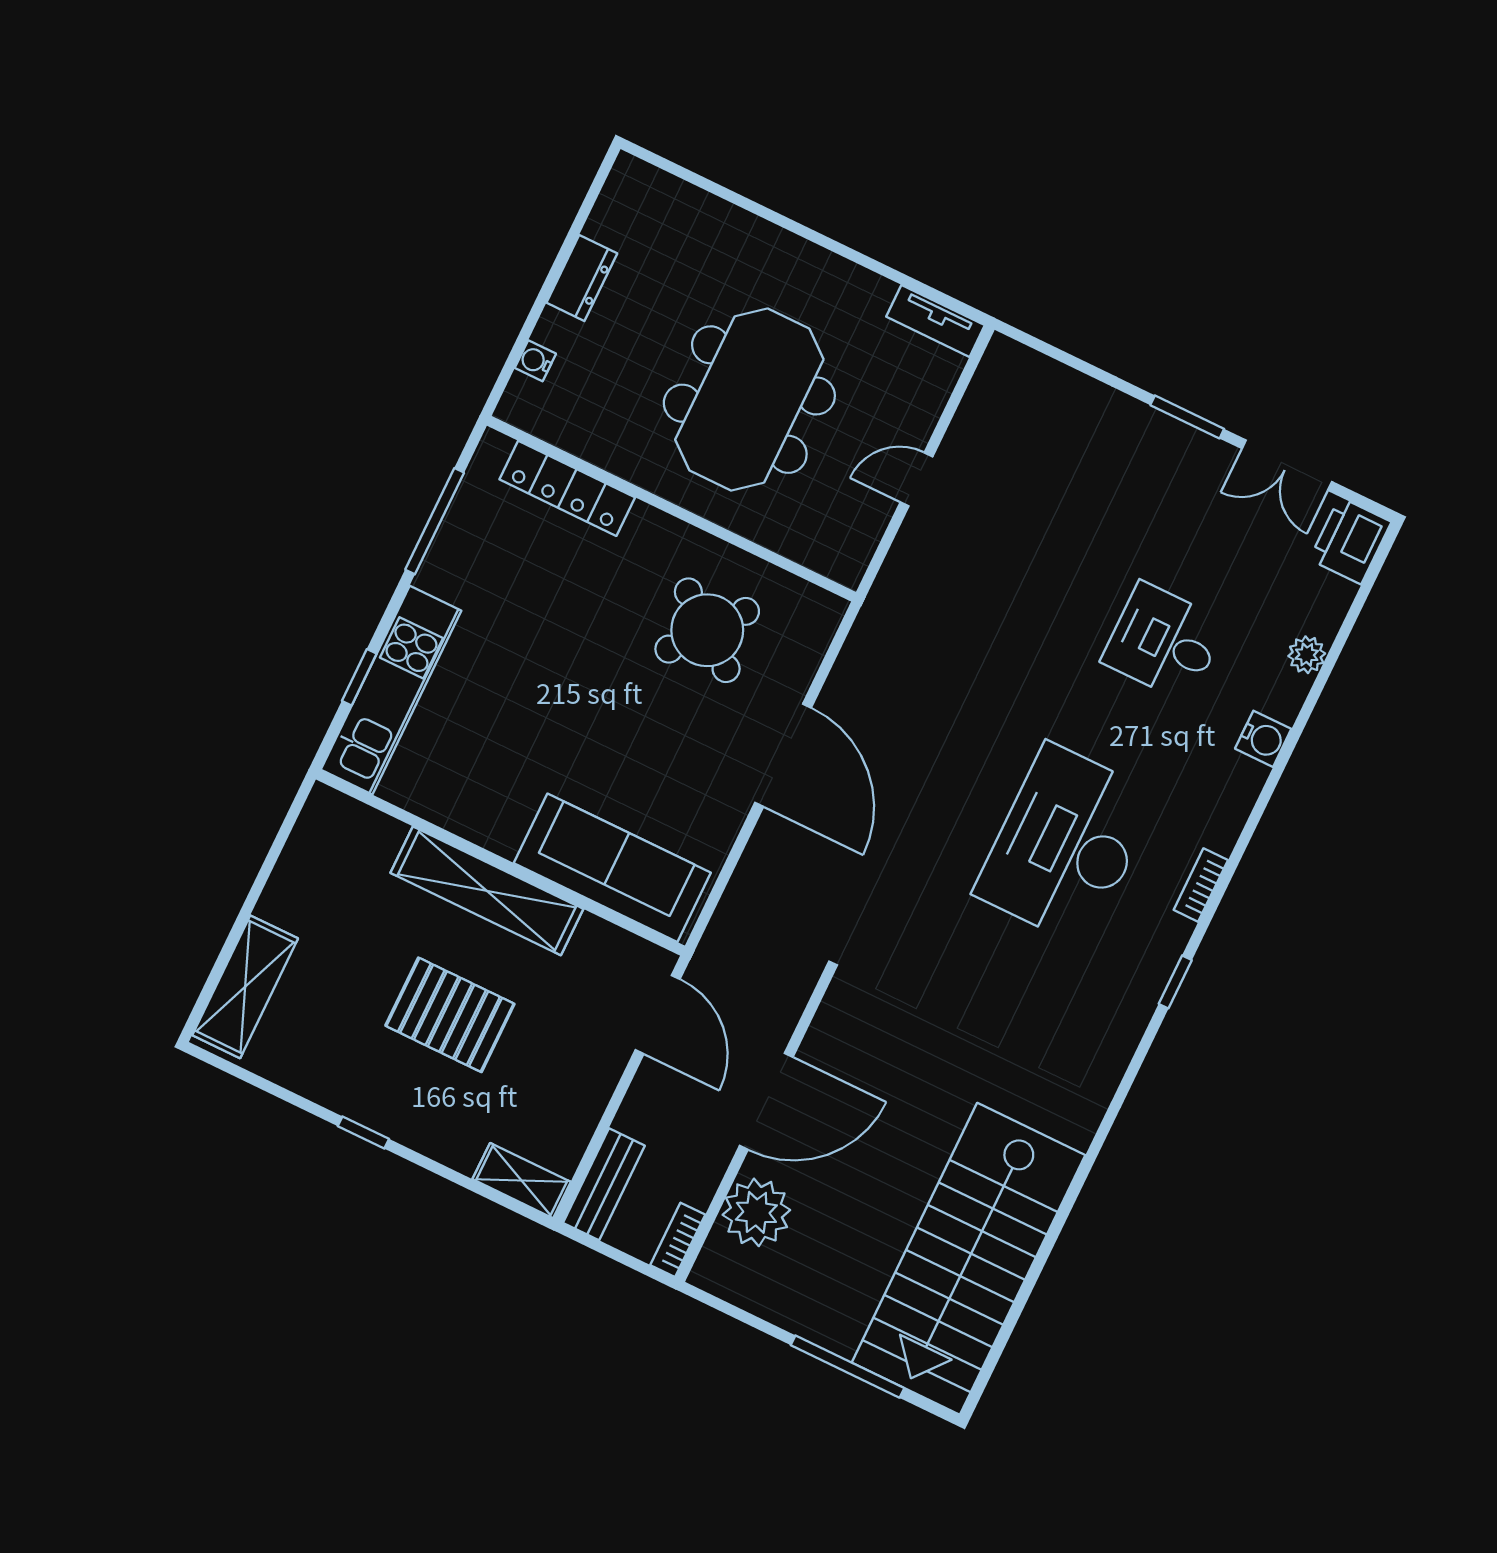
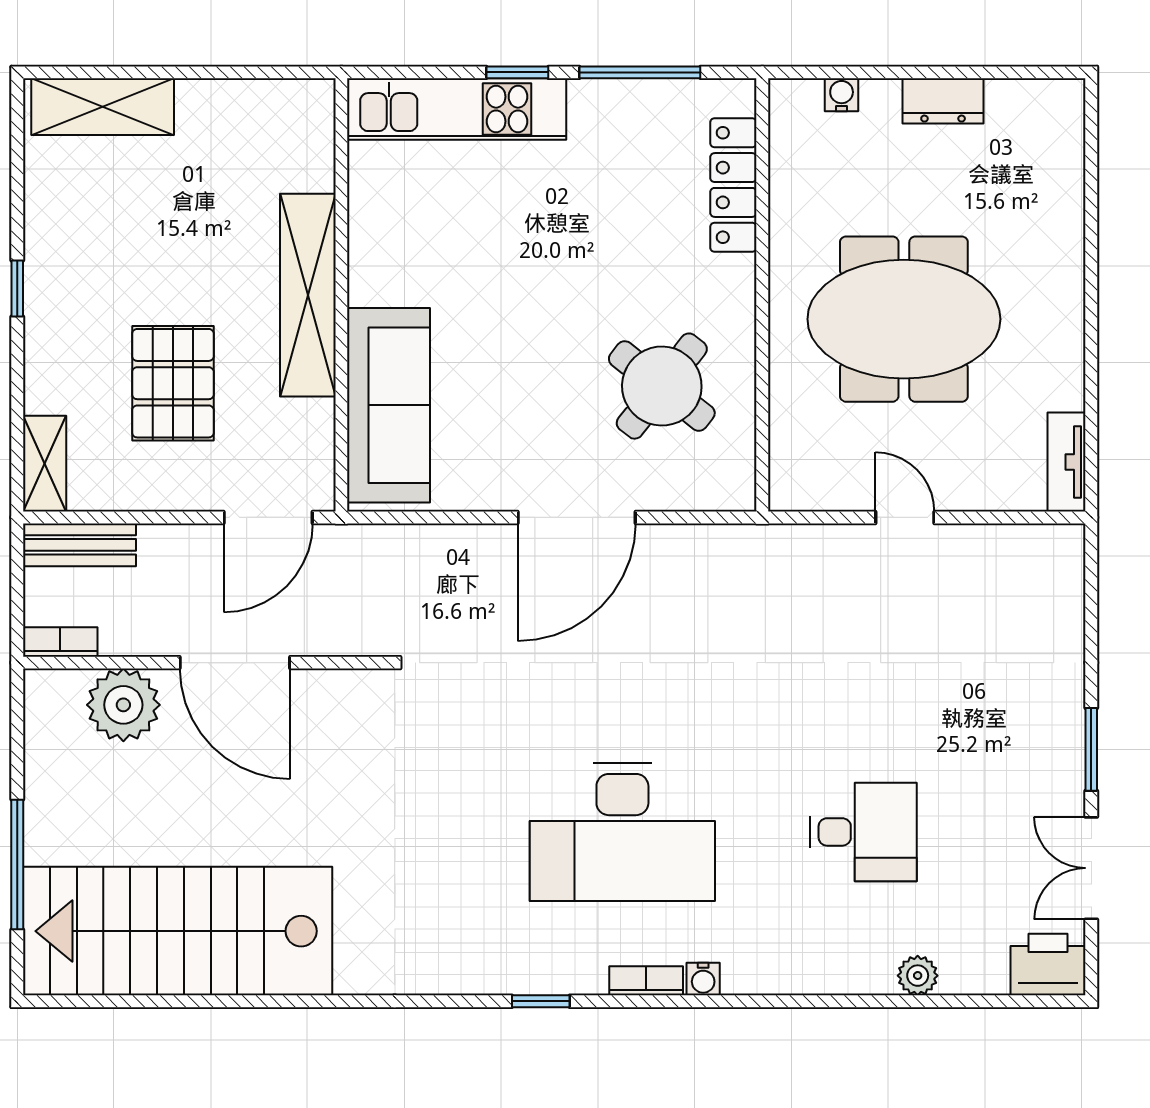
desk: (1164, 642) -> (863, 832), turned 90
window: (359, 677) -> (517, 72), moved
water cooler: (1263, 739) -> (703, 979), moved, width x0.72, depth x0.72
desk: (1066, 845) -> (622, 832), turned 180
pallet: (450, 1015) -> (173, 383), moved

